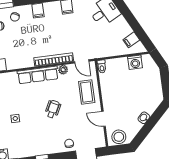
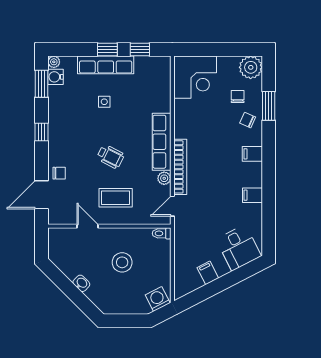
filing cabinet: (131, 40) -> (208, 273), moved
washing machine: (135, 62) -> (158, 299), moved, turned 63
coffee table: (87, 92) -> (116, 198), moved
door: (103, 119) -> (87, 226), hinge flipped
stool: (119, 137) -> (122, 262), moved

